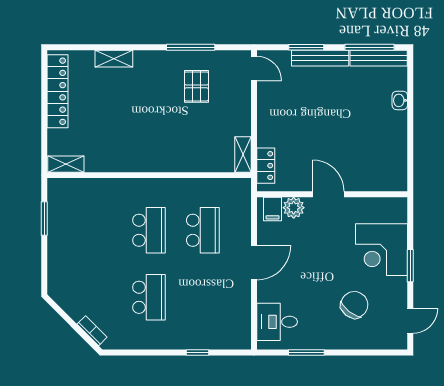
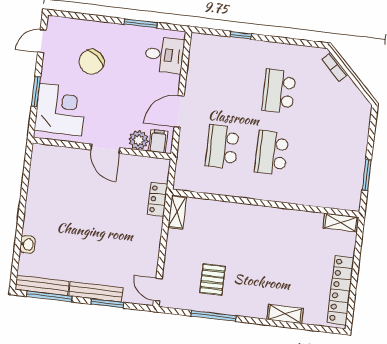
door: (328, 194) -> (105, 149), moved
wall: (332, 194) -> (102, 148), moved
plant: (294, 208) -> (139, 140), moved
filing cabinet: (272, 209) -> (158, 141), moved

